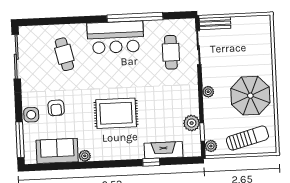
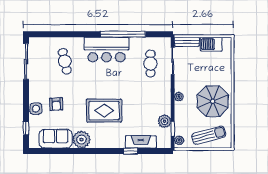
barbecue: (245, 25) -> (211, 44), added
window: (20, 140) -> (26, 128), width x0.46
plant: (85, 156) -> (82, 140), width x1.87, depth x1.87

